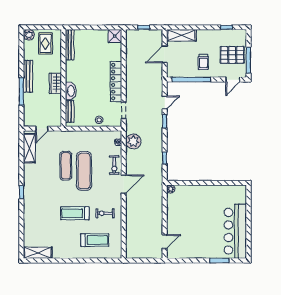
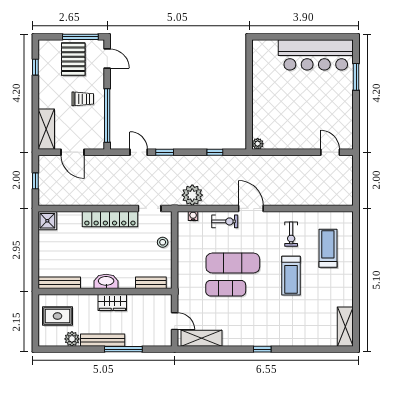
plant: (29, 35) -> (72, 339), moved
washbasin: (71, 91) -> (106, 281), moved

